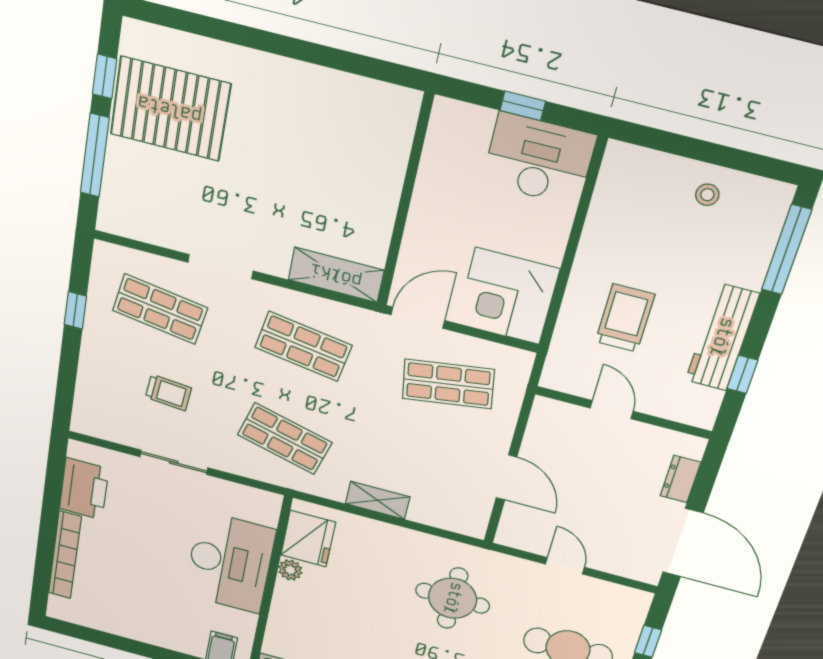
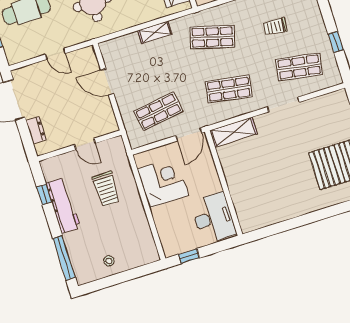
window: (523, 106) -> (189, 256), moved
desk: (539, 159) -> (213, 218), moved, turned -90
corner desk: (508, 296) -> (163, 182), moved

